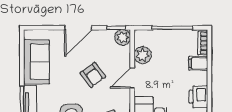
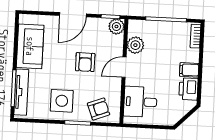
filing cabinet: (198, 63) -> (189, 70), moved
armchair: (93, 75) -> (85, 62), turned 36

